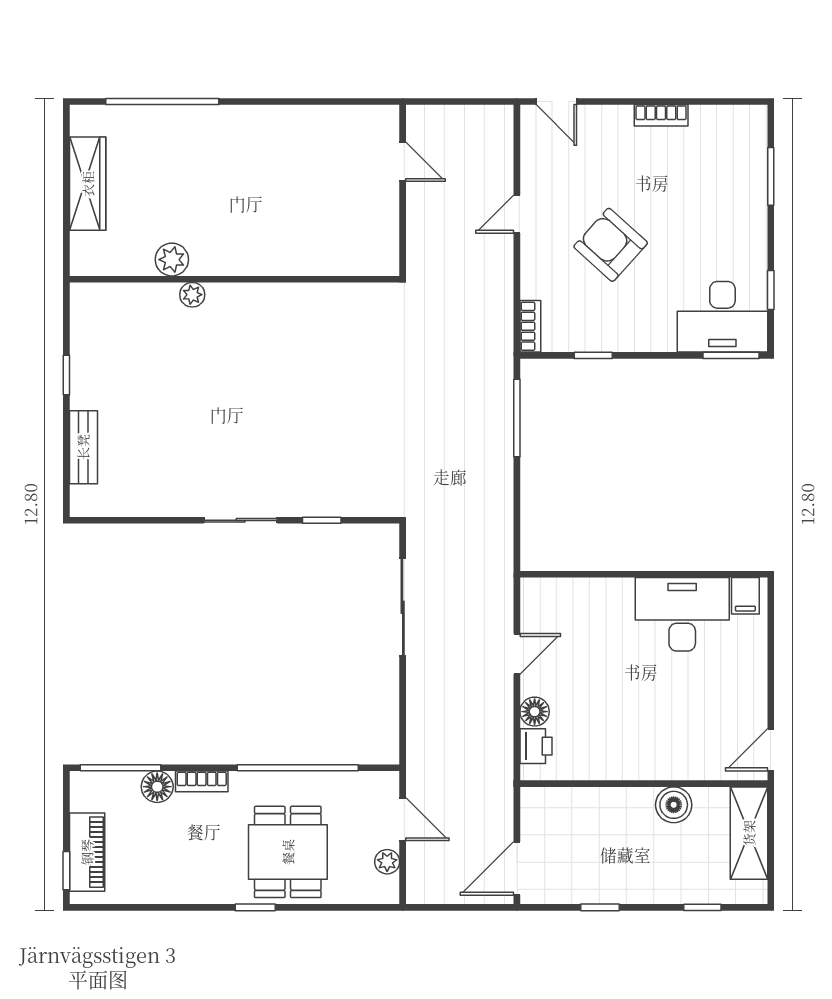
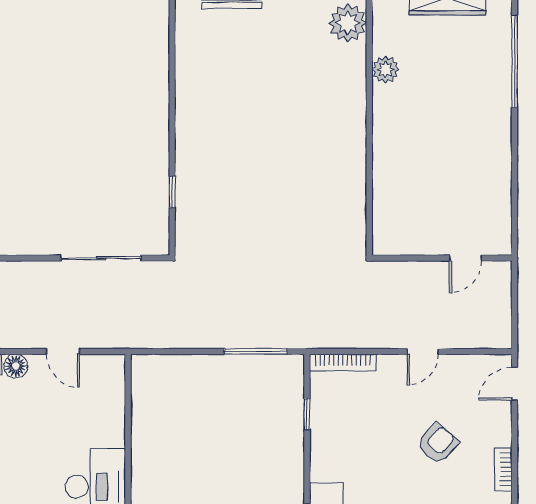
door: (517, 214) -> (423, 351), swing flipped
armchair: (611, 245) -> (438, 444), moved, width x0.72, depth x0.72
plant: (192, 295) -> (348, 23), moved, width x1.88, depth x1.88
bookcase: (530, 326) -> (343, 363), width x1.56
sliding door: (241, 520) -> (172, 126), removed

